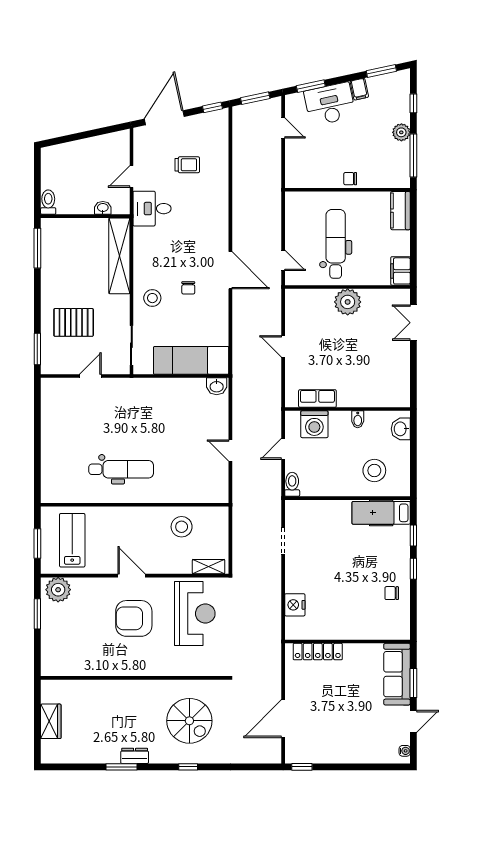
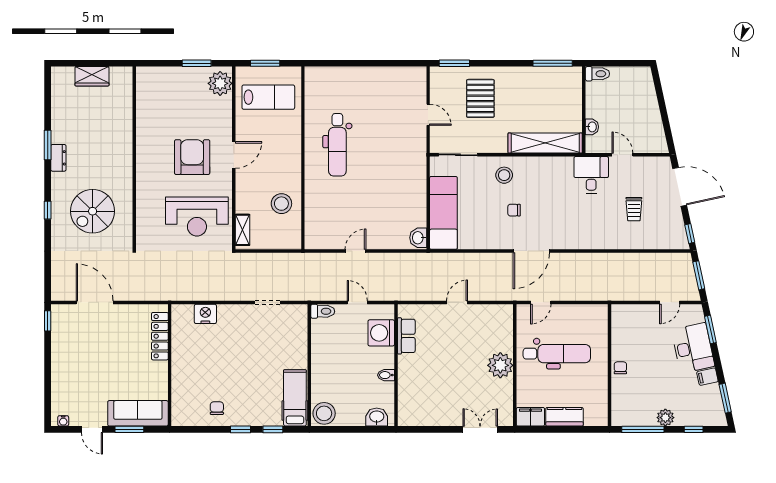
kitchen counter: (401, 211) -> (564, 417), moved
stool: (374, 470) -> (324, 413), moved

